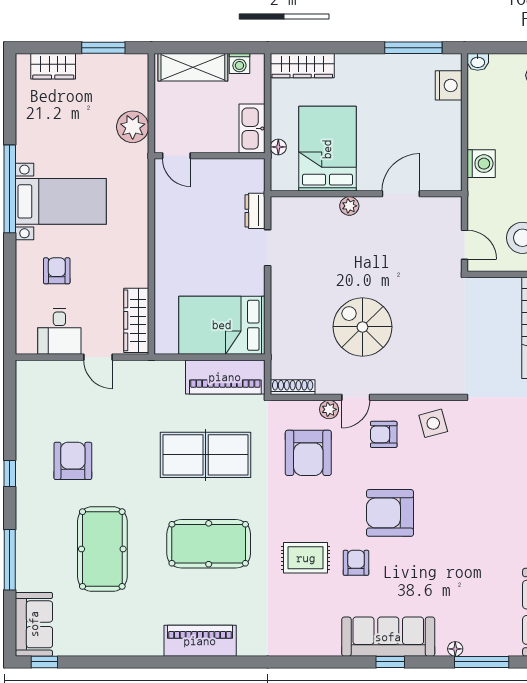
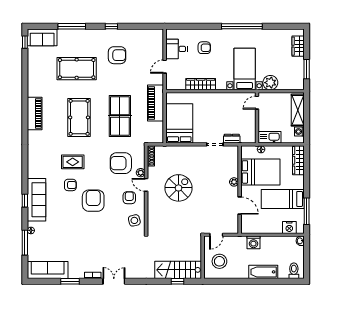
bed: (386, 100) -> (283, 199), added
bed with nightstands: (61, 201) -> (245, 69), moved, turned 180
wardrobe: (136, 320) -> (201, 84), moved
piano: (225, 377) -> (156, 103), moved
rug: (306, 558) -> (73, 162), turned 90

